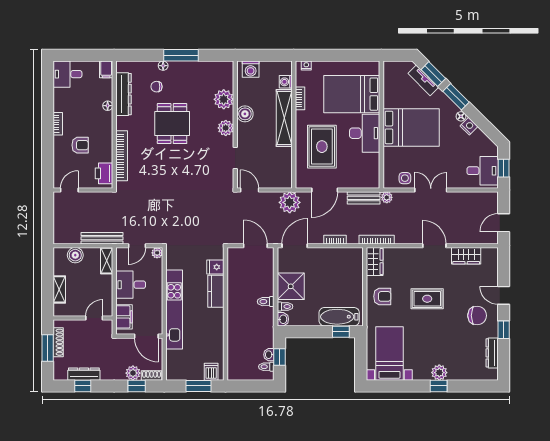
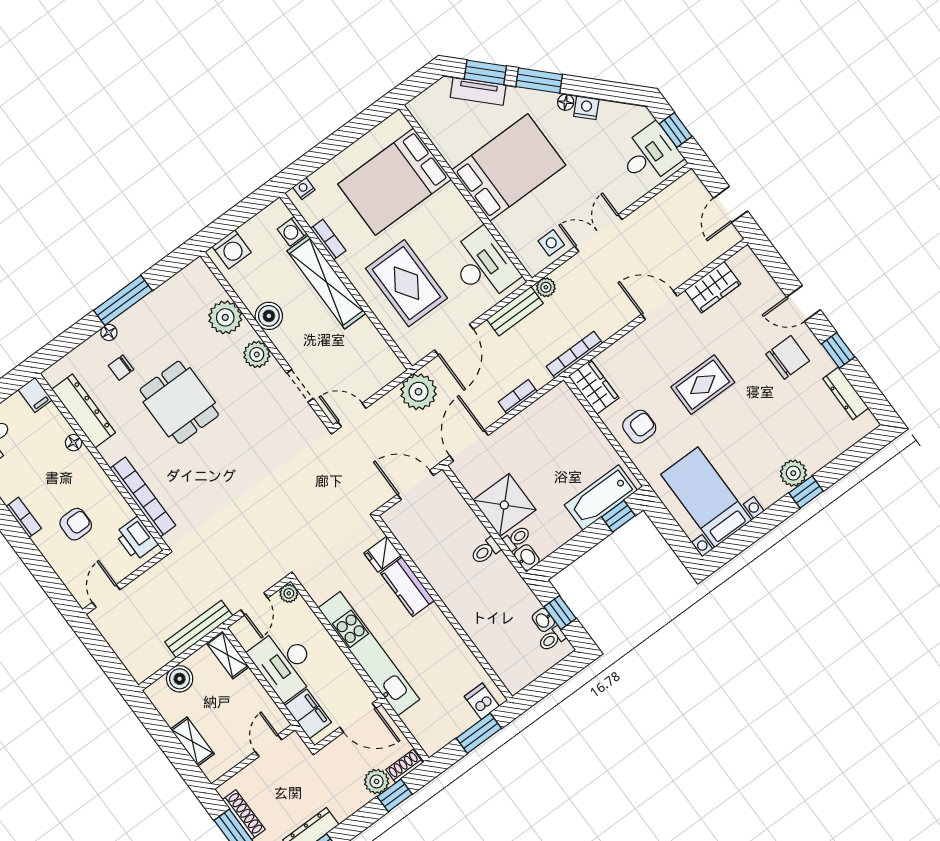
desk: (365, 133) -> (483, 265), moved
desk: (131, 285) -> (285, 663), width x1.37

